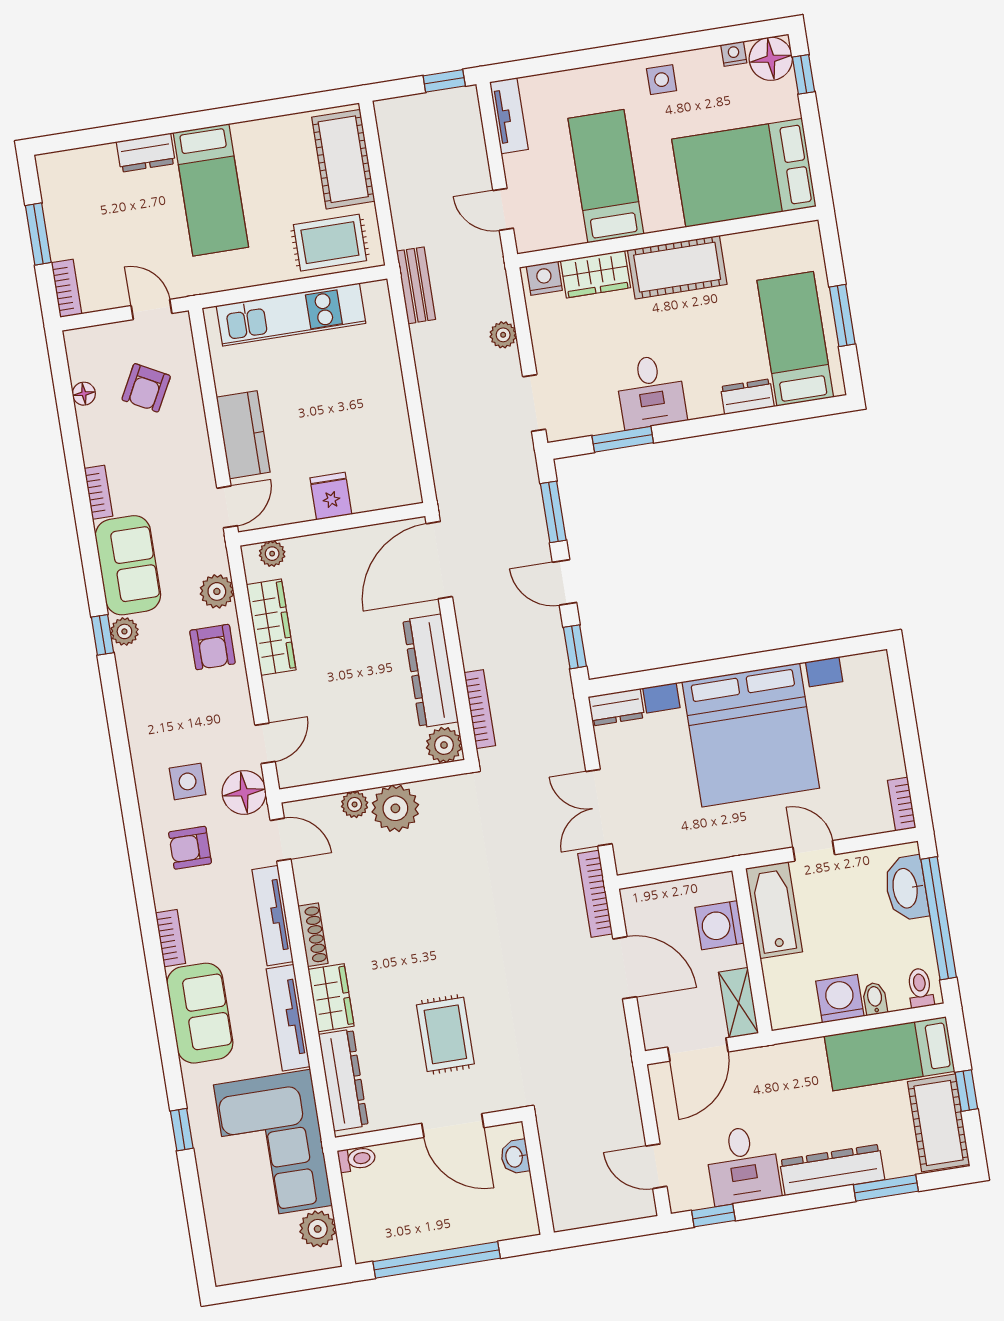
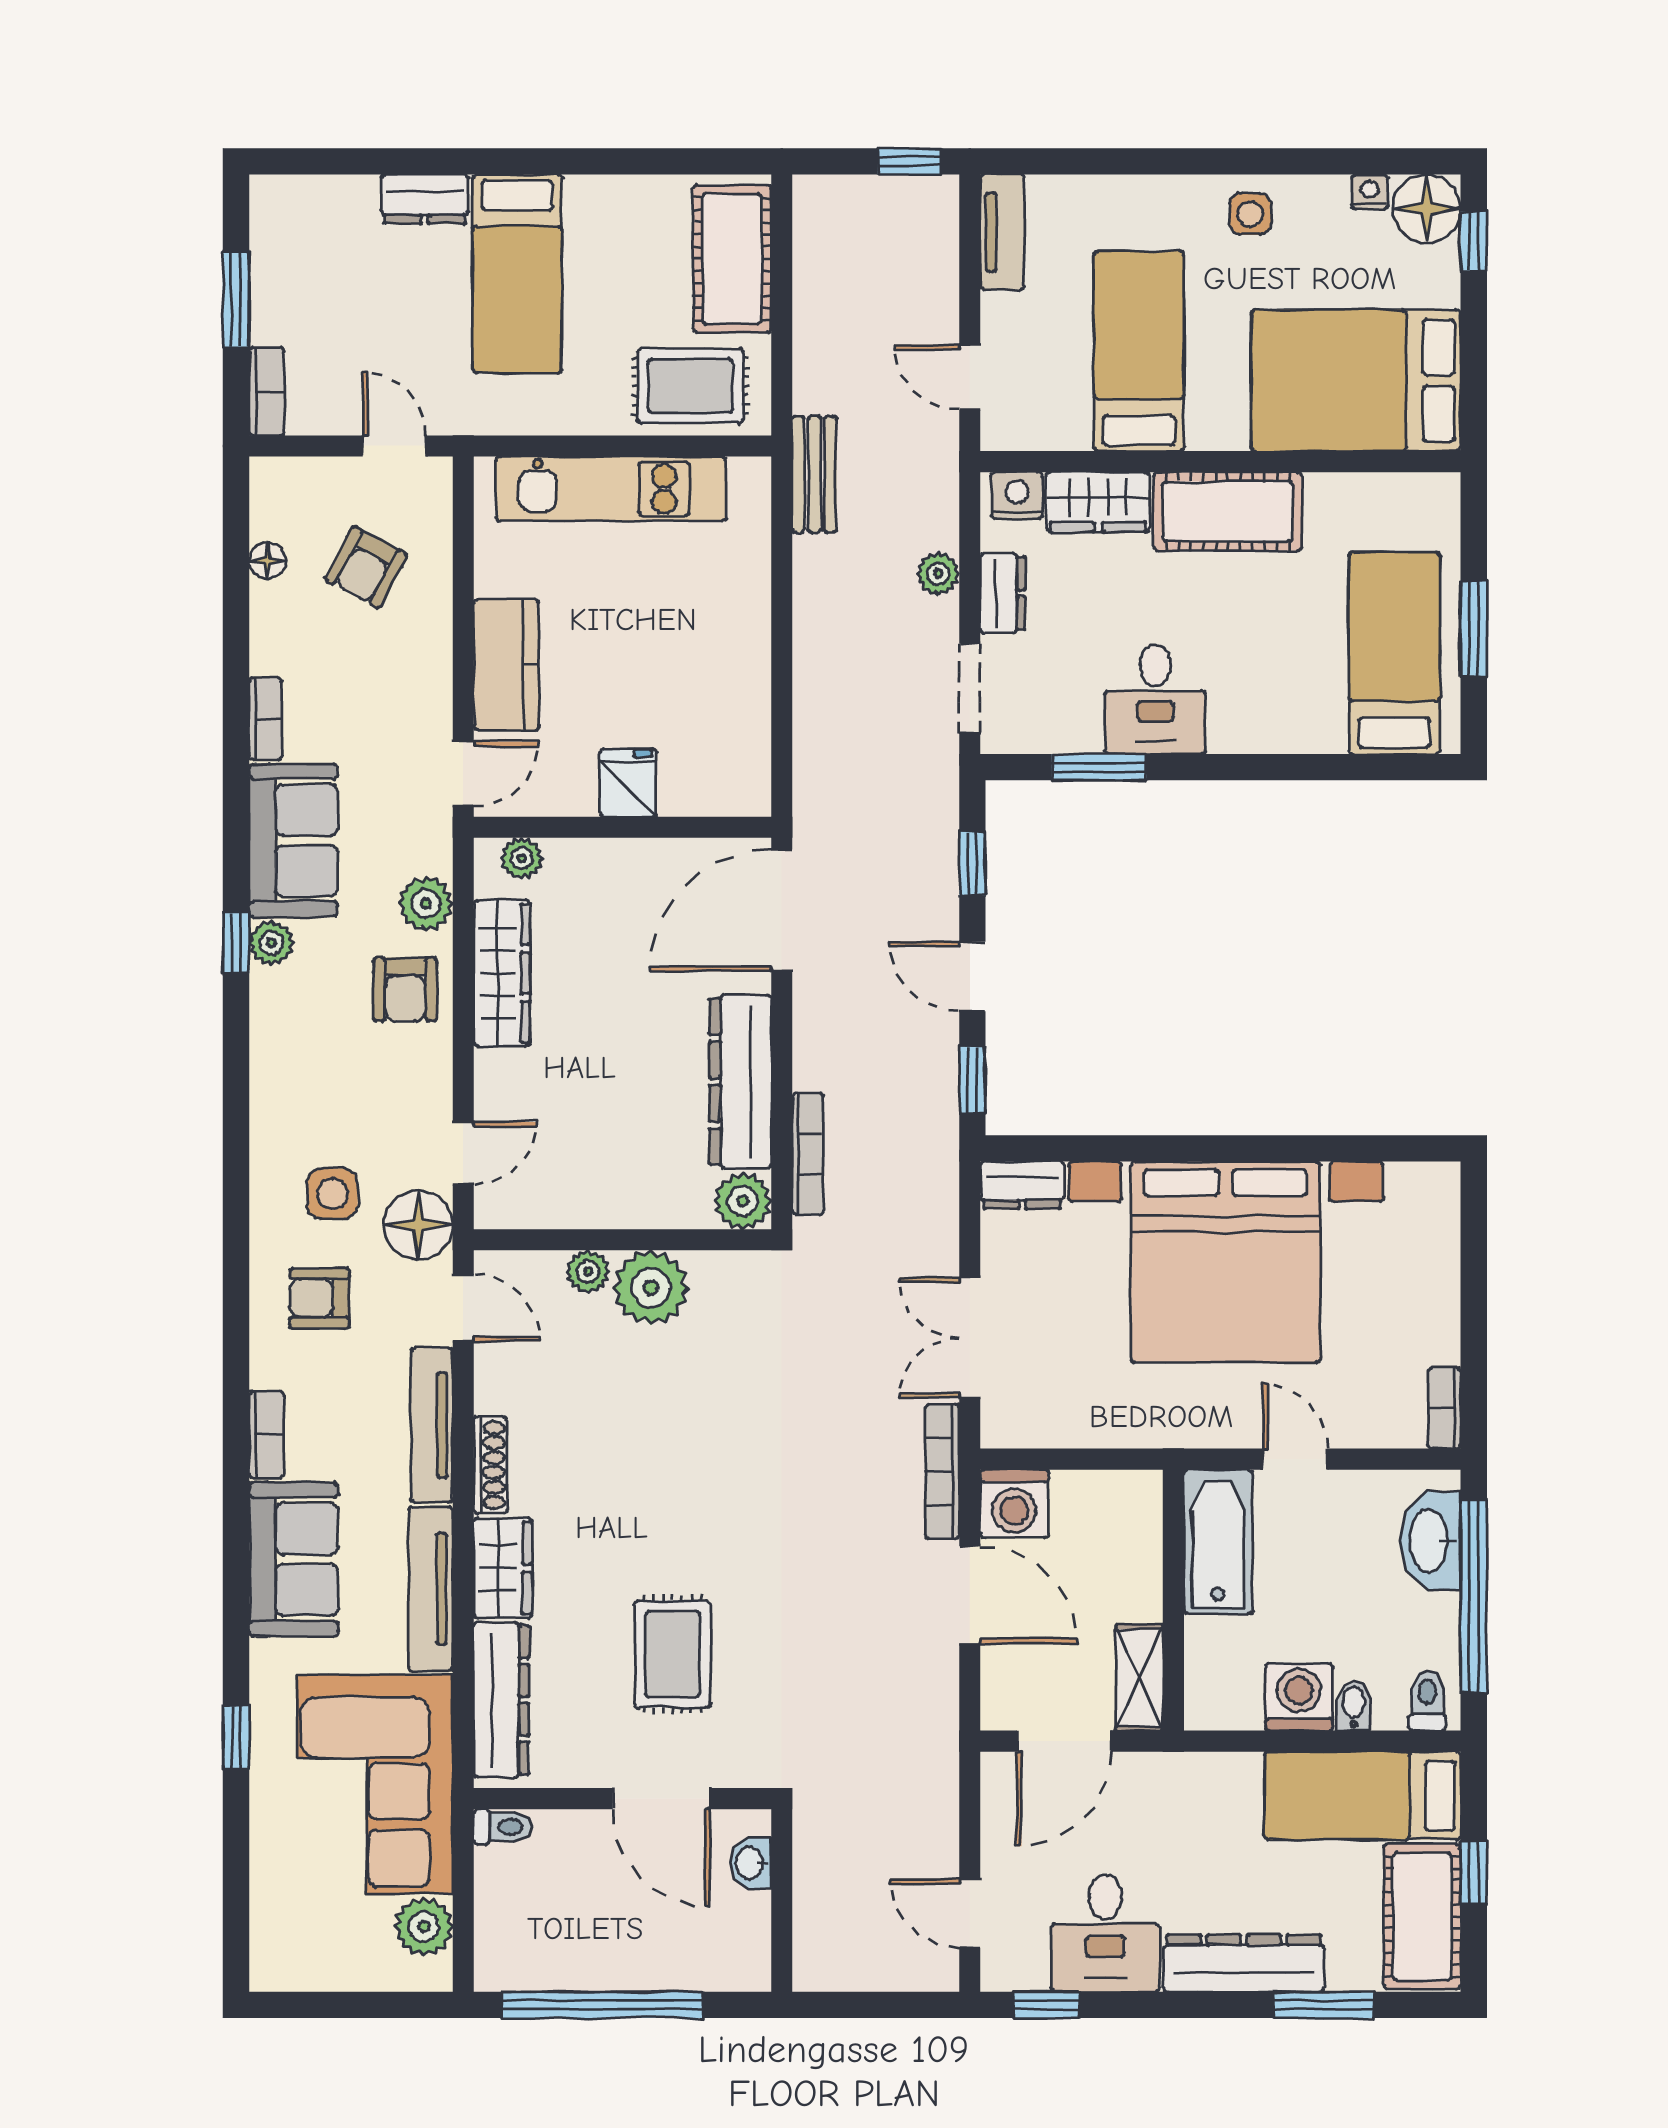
dresser: (747, 397) -> (1003, 593), moved, turned 90
window: (553, 512) -> (972, 863), width x0.67
washing machine: (719, 925) -> (1014, 1504), moved, turned -90

